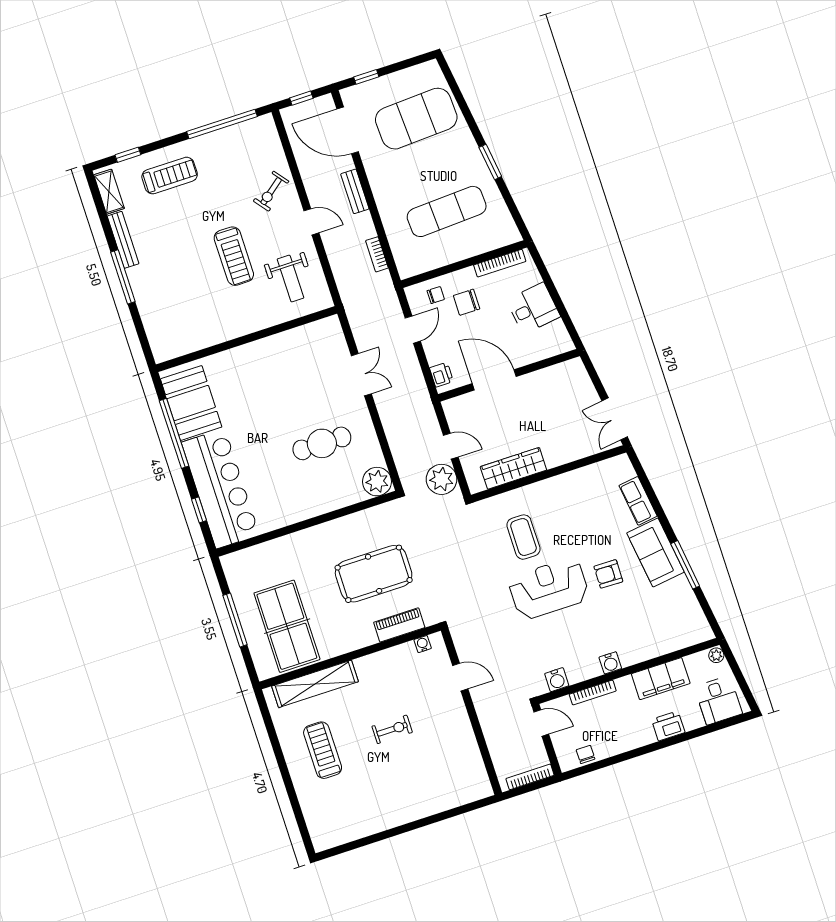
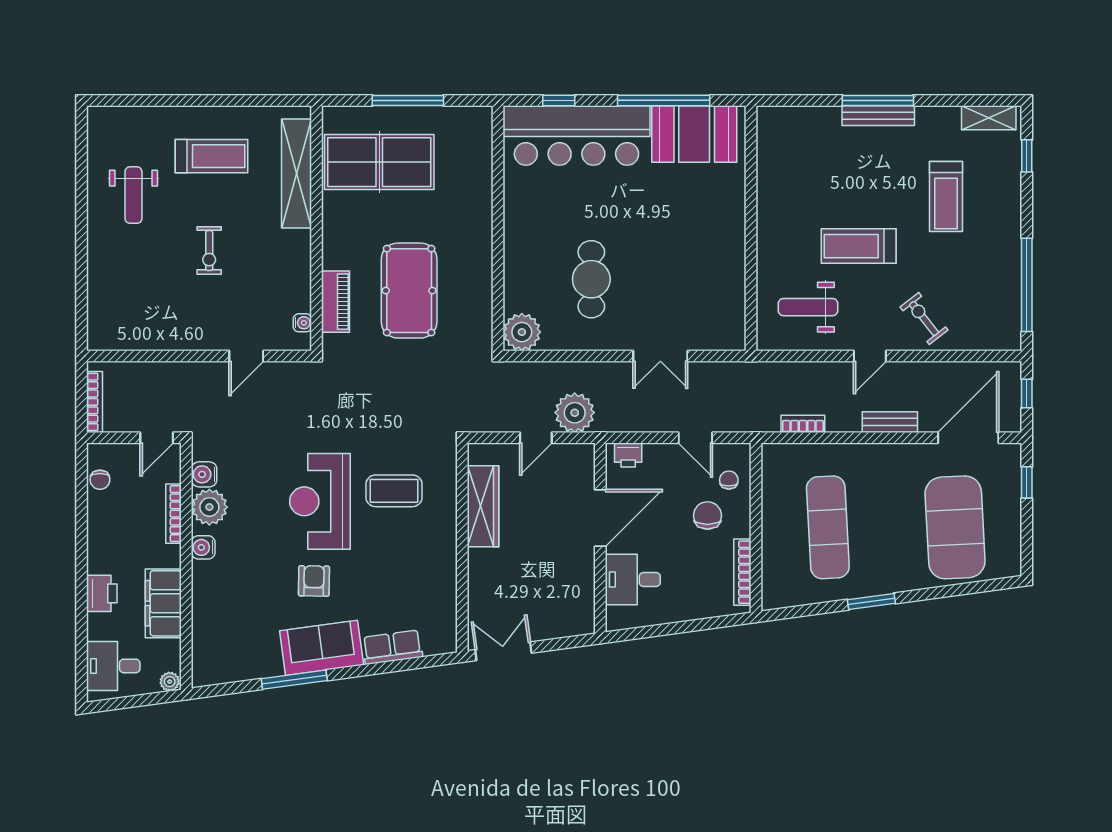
treadmill: (170, 176) -> (946, 197), moved
bench: (123, 240) -> (878, 116), moved
chair: (436, 295) -> (729, 480), turned 180
desk: (533, 308) -> (633, 579), moved, turned 98
plant: (441, 479) -> (575, 413), moved
reception desk: (549, 589) -> (320, 501), turned 180
plant: (579, 668) -> (209, 507), added
chair: (586, 754) -> (100, 480), turned 90
weight bench: (370, 798) -> (133, 195), added

